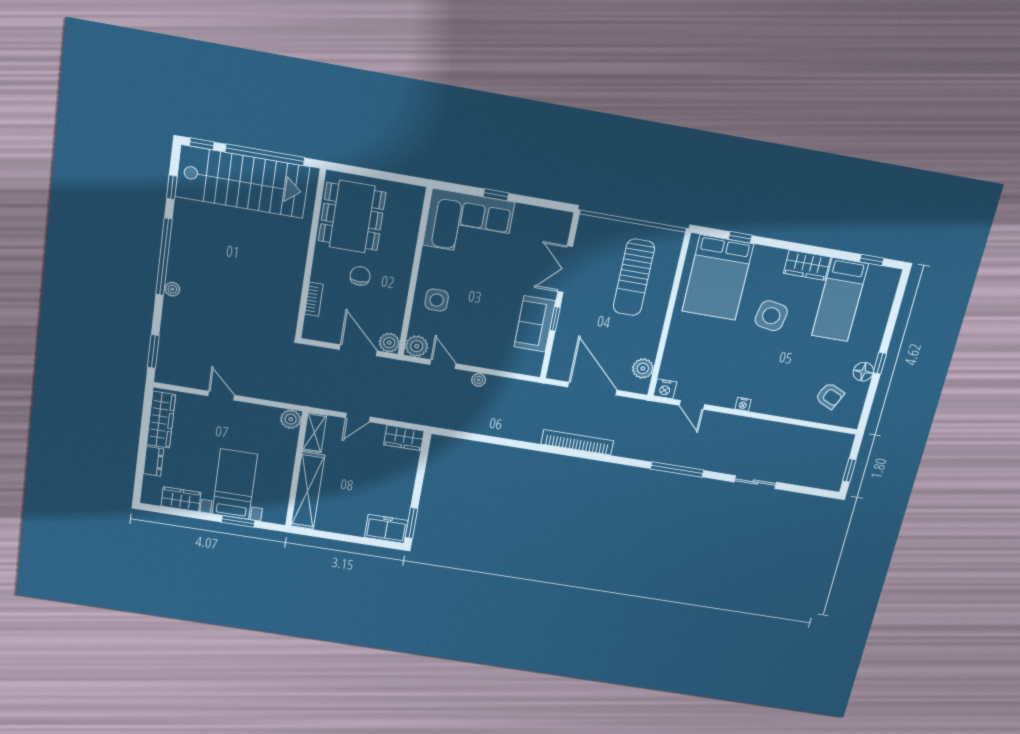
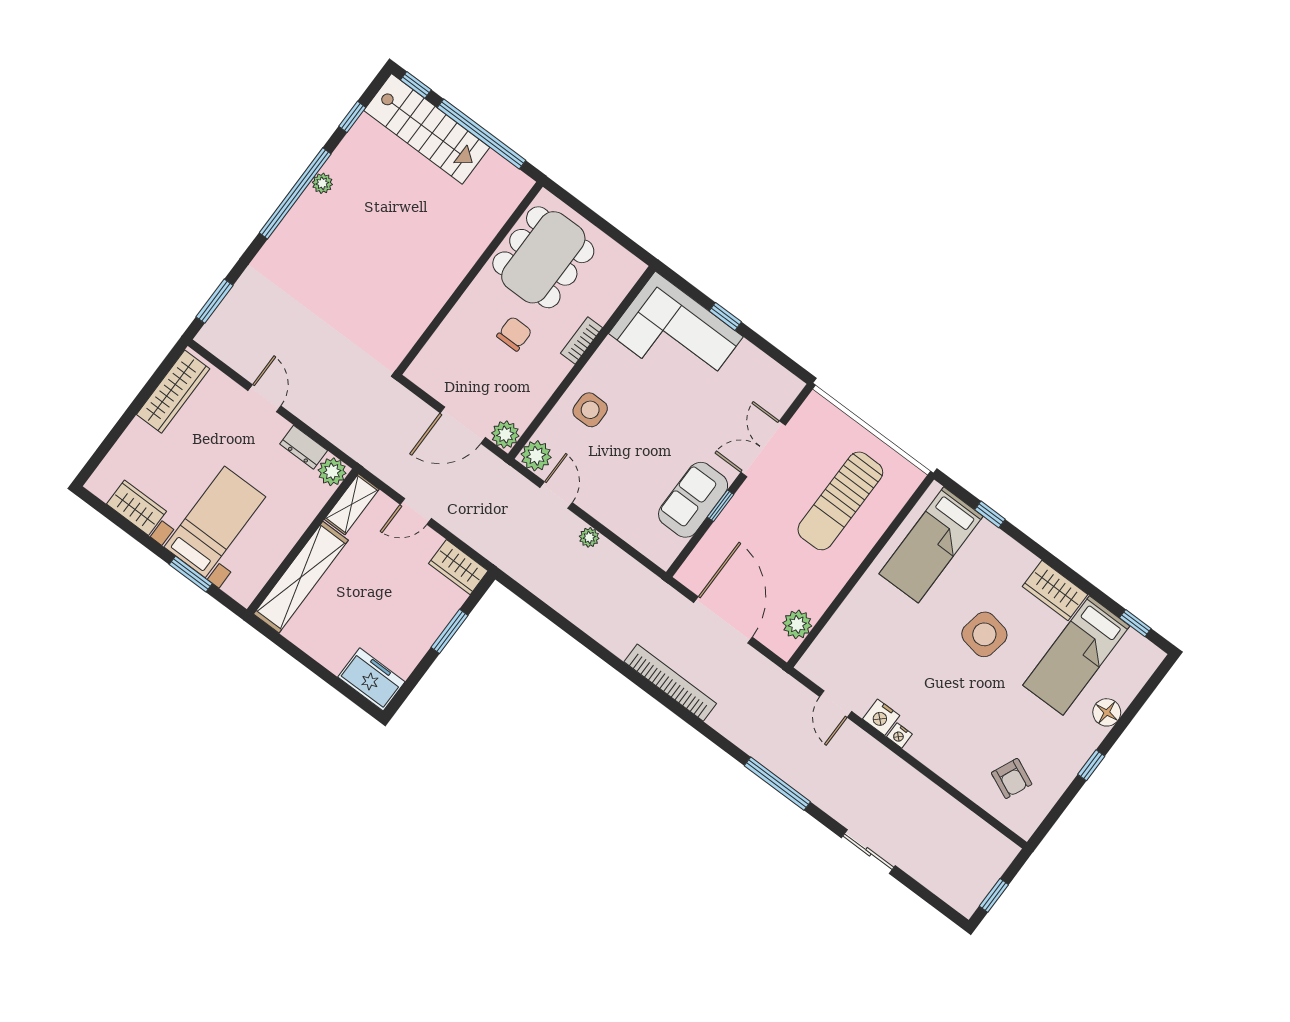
stairs: (242, 182) -> (427, 129), width x0.73, depth x0.66
bed: (718, 278) -> (931, 545), width x0.67
plant: (172, 289) -> (322, 183), moved
bookcase: (314, 299) -> (581, 341), moved, turned 180
door: (358, 350) -> (463, 425), swing flipped
floor lamp: (863, 372) -> (1107, 712), moved
nightstand: (665, 389) -> (881, 717), moved
dresser: (153, 461) -> (304, 447), moved, turned 90
window: (411, 523) -> (450, 631), moved

